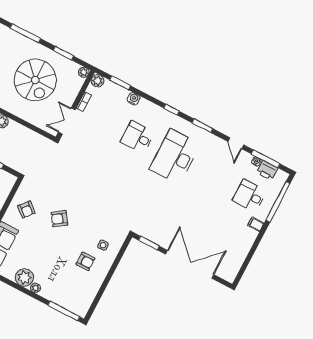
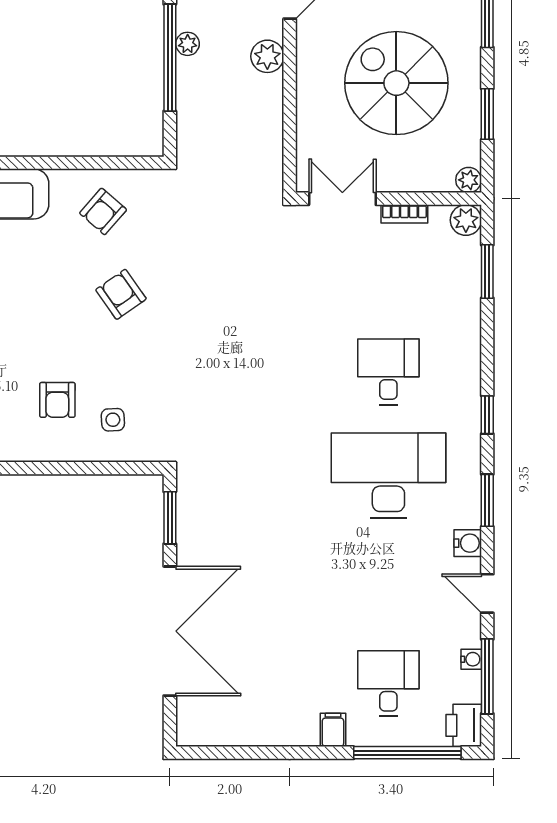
spiral stairs: (35, 80) -> (396, 83), turned 90
water cooler: (134, 99) -> (468, 543), moved
door: (236, 143) -> (487, 593), hinge flipped
printer: (267, 170) -> (464, 725), moved

